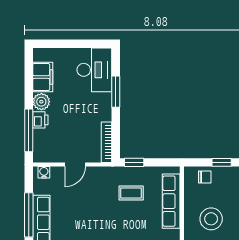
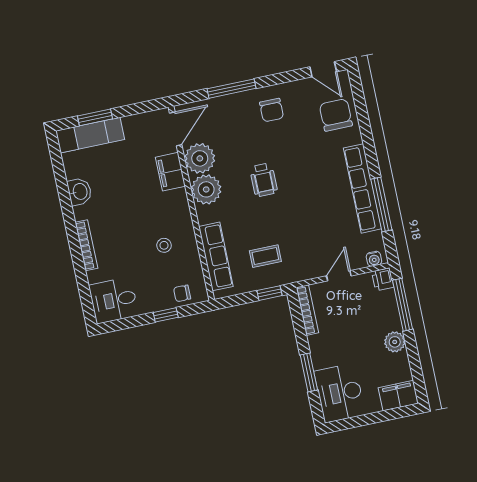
filing cabinet: (43, 77) -> (398, 396), moved, turned 90
printer: (40, 120) -> (383, 279), moved
stool: (211, 219) -> (164, 245), width x0.53, depth x0.53

